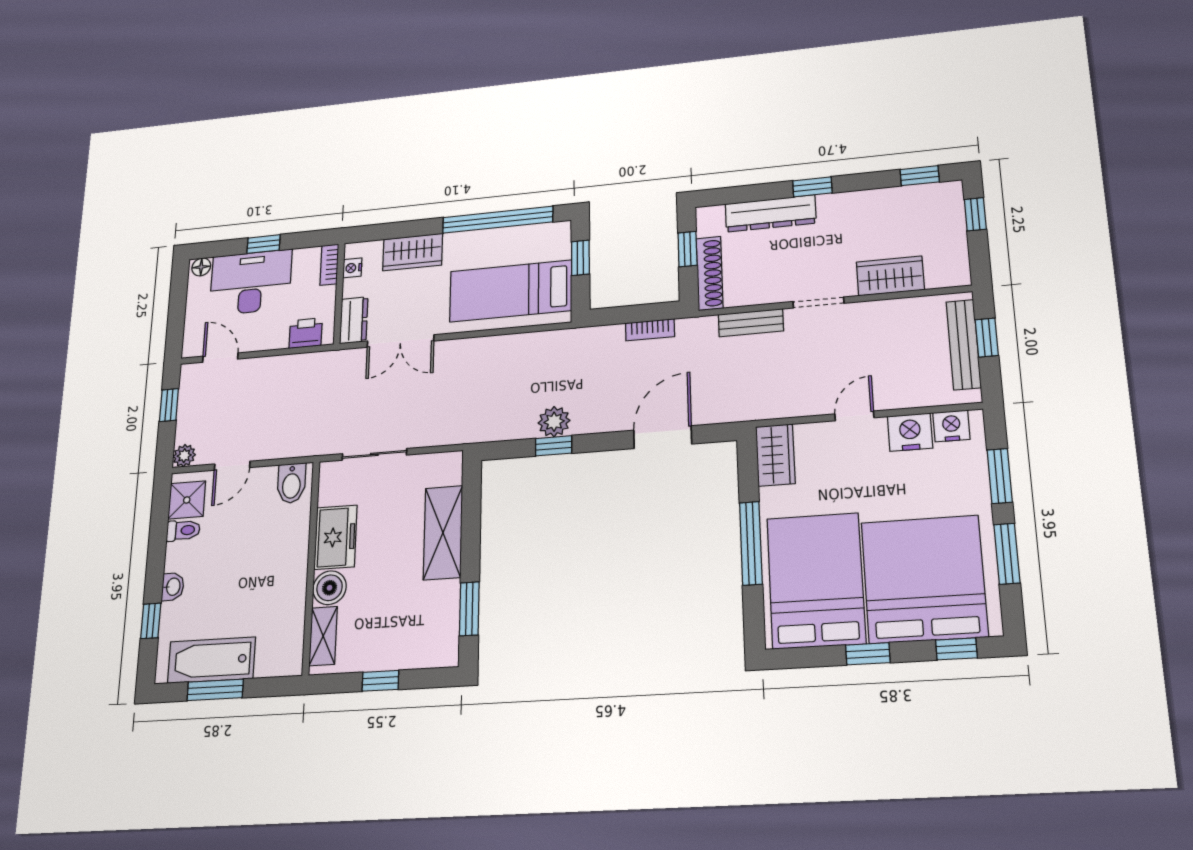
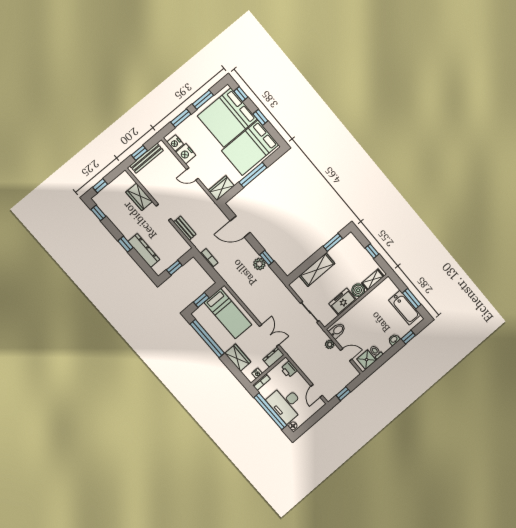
window: (264, 244) -> (270, 411), width x3.17
shoe rack: (710, 273) -> (178, 254), removed
plant: (184, 456) -> (330, 344), moved

